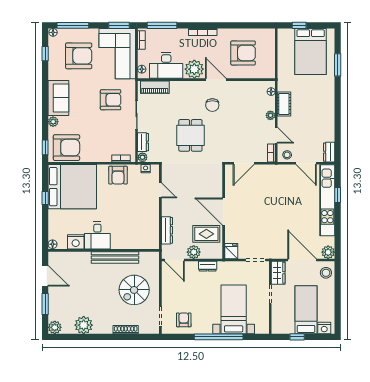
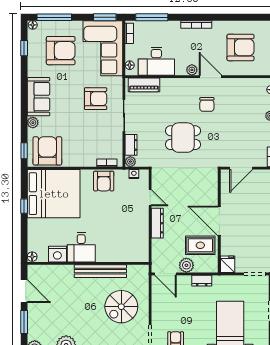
plant: (194, 69) -> (192, 70), width x0.53, depth x0.53
dining table: (190, 135) -> (183, 138), turned 90
armchair: (66, 148) -> (47, 151), turned -90
dresser: (167, 230) -> (157, 223), moved

